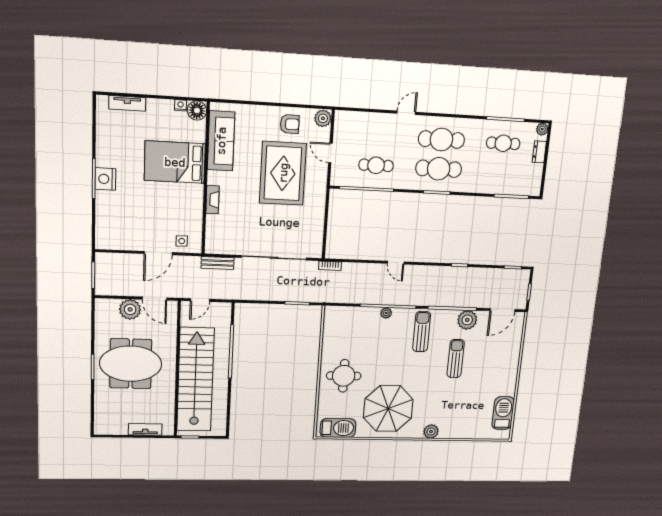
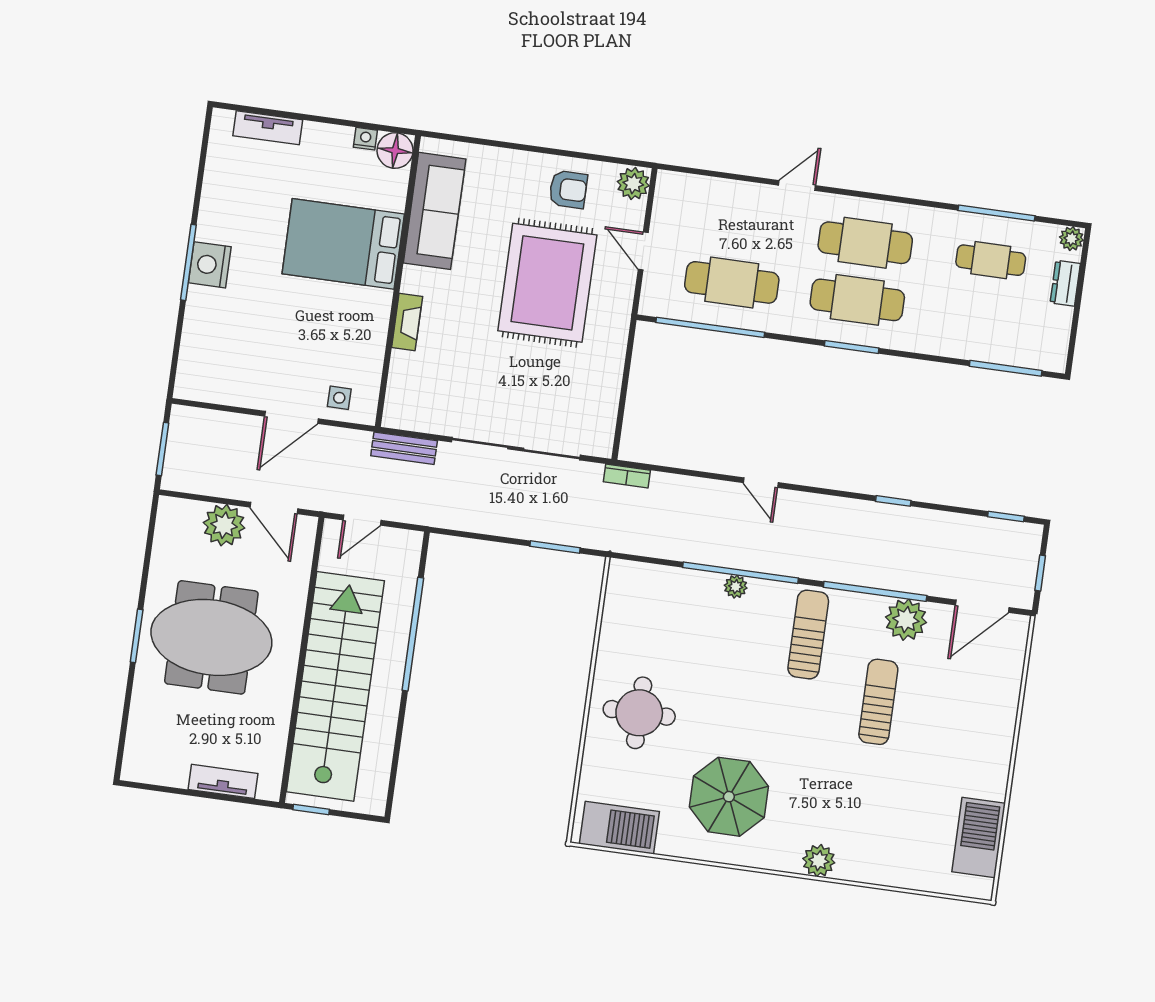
cafe table: (376, 165) -> (732, 282), width x1.37, depth x1.35
parasol: (388, 408) -> (729, 797), width x0.73, depth x0.73

